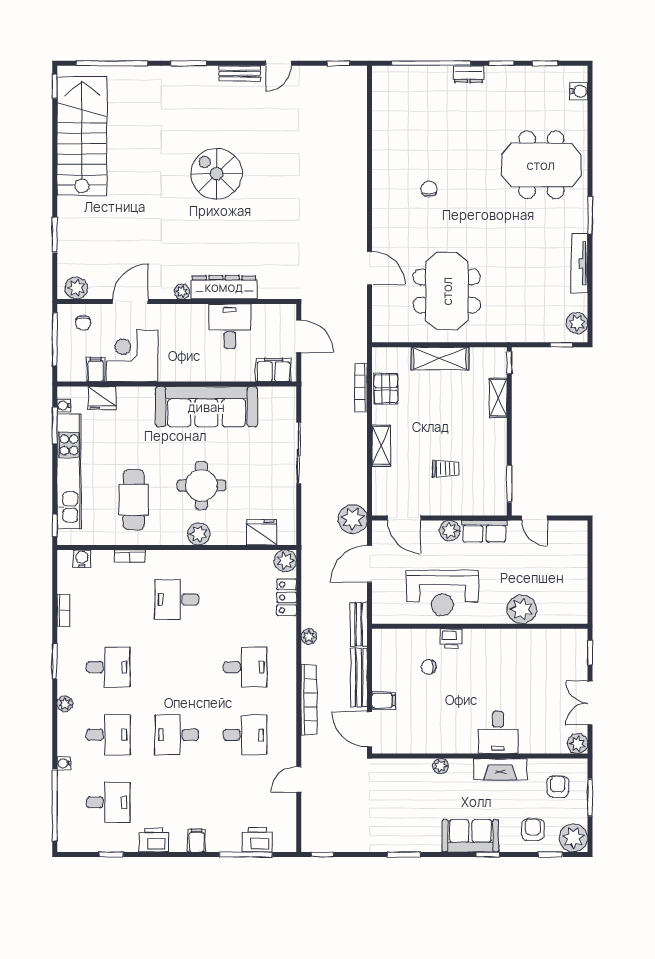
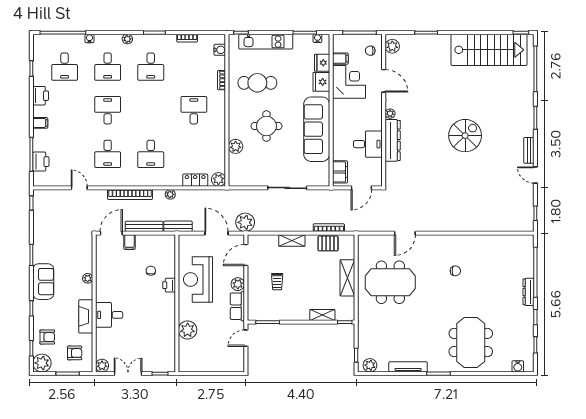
dresser: (469, 74) -> (528, 292), width x1.44
kitchen unit: (69, 471) -> (266, 42), width x0.73
fridge: (261, 532) -> (321, 82), moved, turned 180
plant: (199, 534) -> (236, 146), moved
sofa: (470, 836) -> (43, 282), moved

